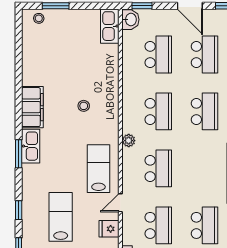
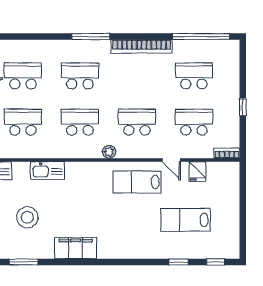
stool: (84, 106) -> (27, 217), moved, width x1.89, depth x1.89
kitchen sink: (31, 146) -> (47, 171), moved, turned 180
window: (19, 154) -> (23, 262), moved

